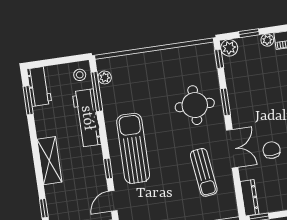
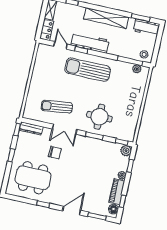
workbench: (87, 118) -> (90, 43), moved
sun lounger: (133, 148) -> (88, 70), turned 180
shelving: (49, 161) -> (106, 18), width x1.47

